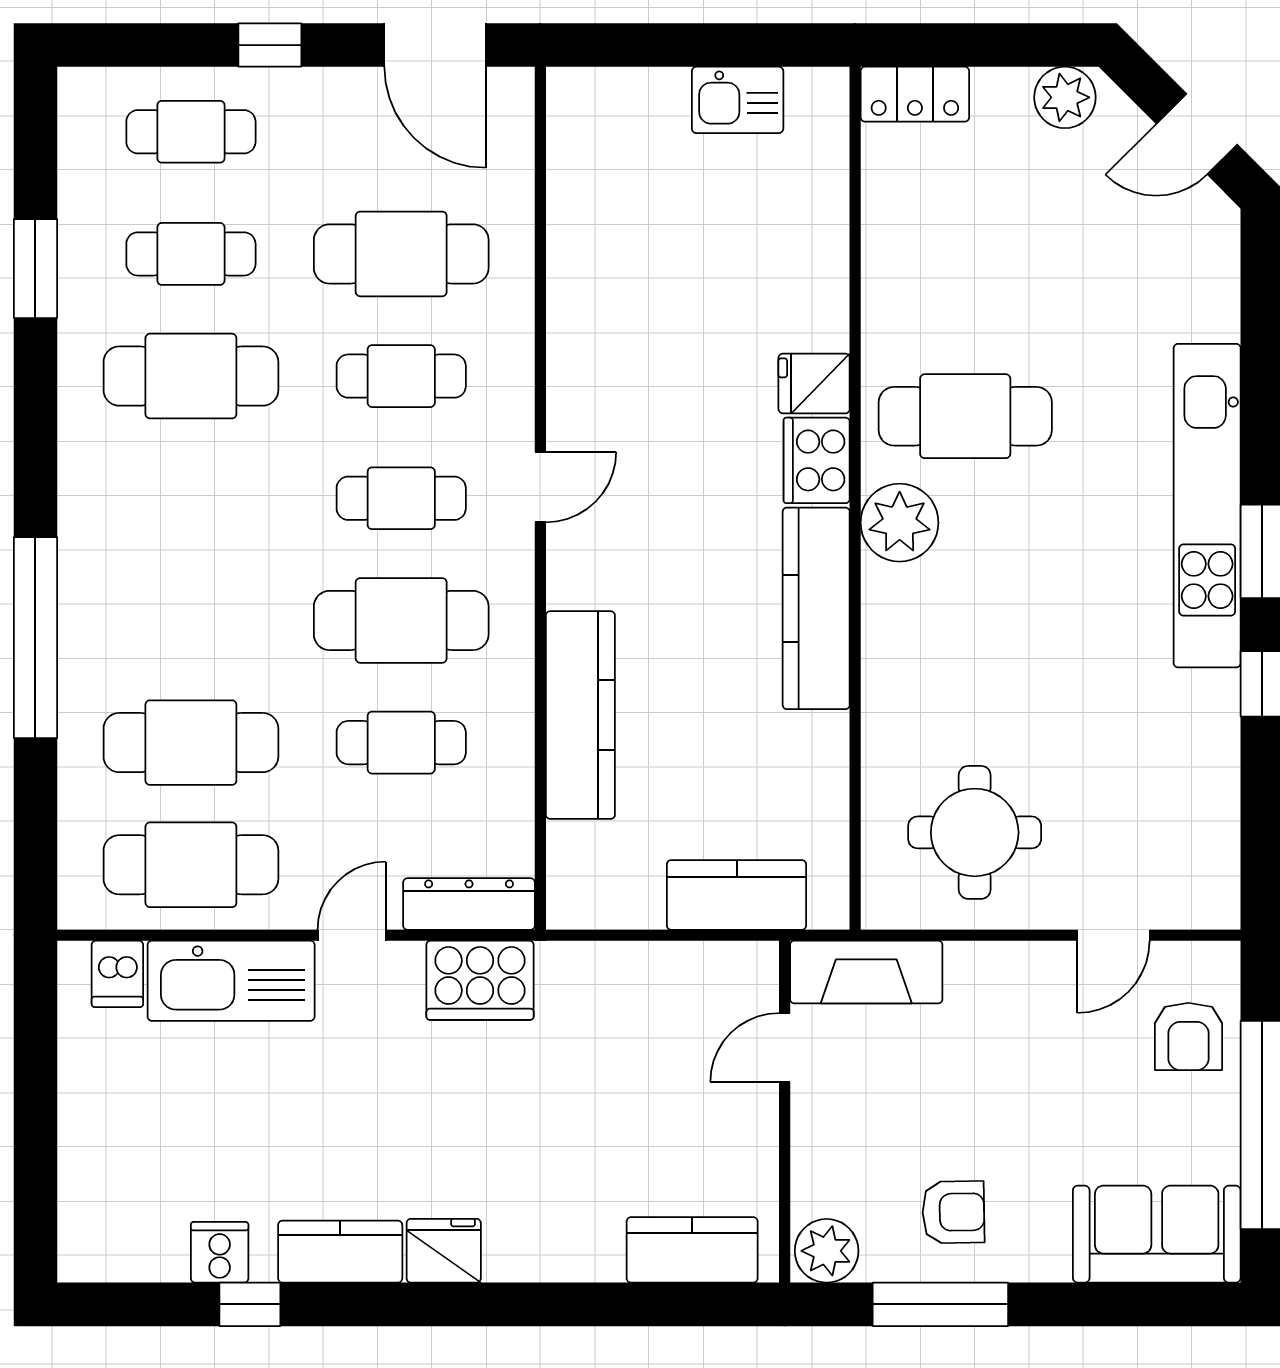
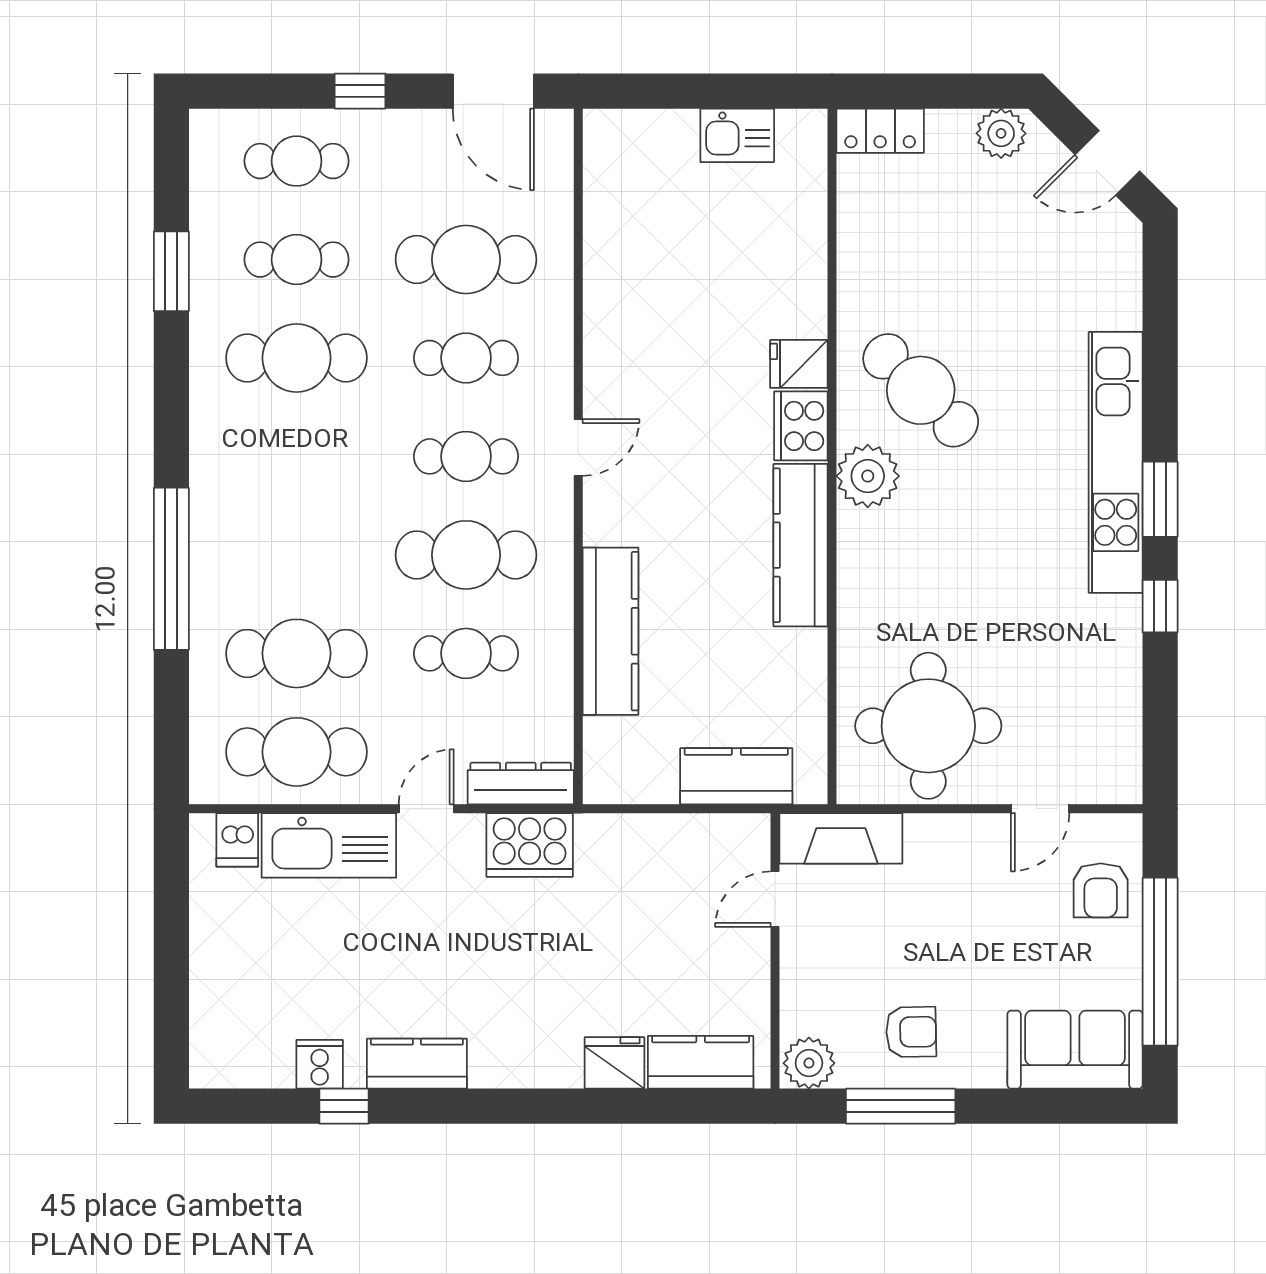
cafe table: (965, 416) -> (921, 390), turned 44
round table: (975, 832) -> (928, 726), width x1.36, depth x1.36
fridge: (444, 1251) -> (614, 1063), moved

